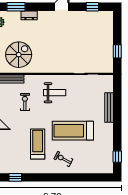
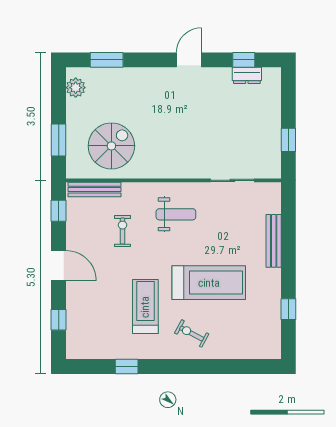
dresser: (29, 15) -> (247, 75), moved
treadmill: (73, 131) -> (209, 283), turned 180
window: (117, 157) -> (288, 309), moved
window: (15, 177) -> (127, 366), moved

